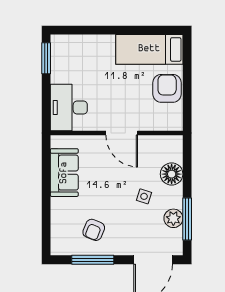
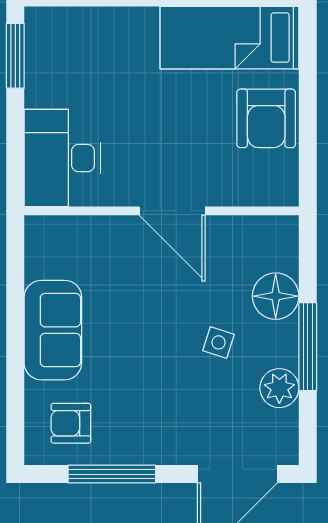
armchair: (167, 88) -> (266, 118), turned 180
sofa: (64, 173) -> (53, 330), moved
window: (187, 219) -> (308, 347), moved
armchair: (94, 230) -> (71, 423), moved, turned 68

